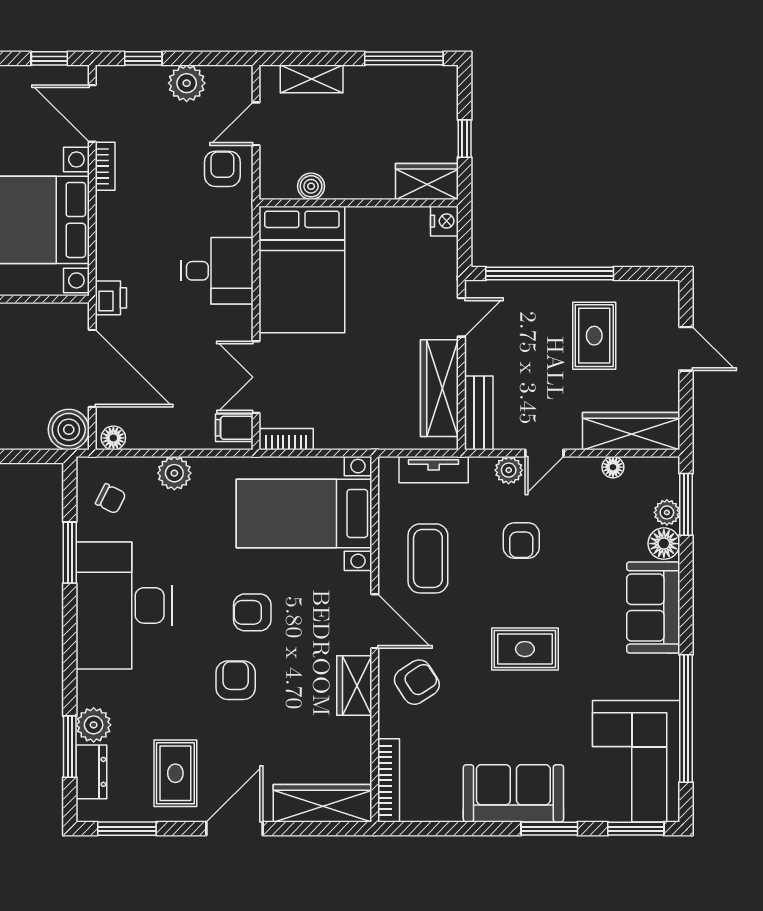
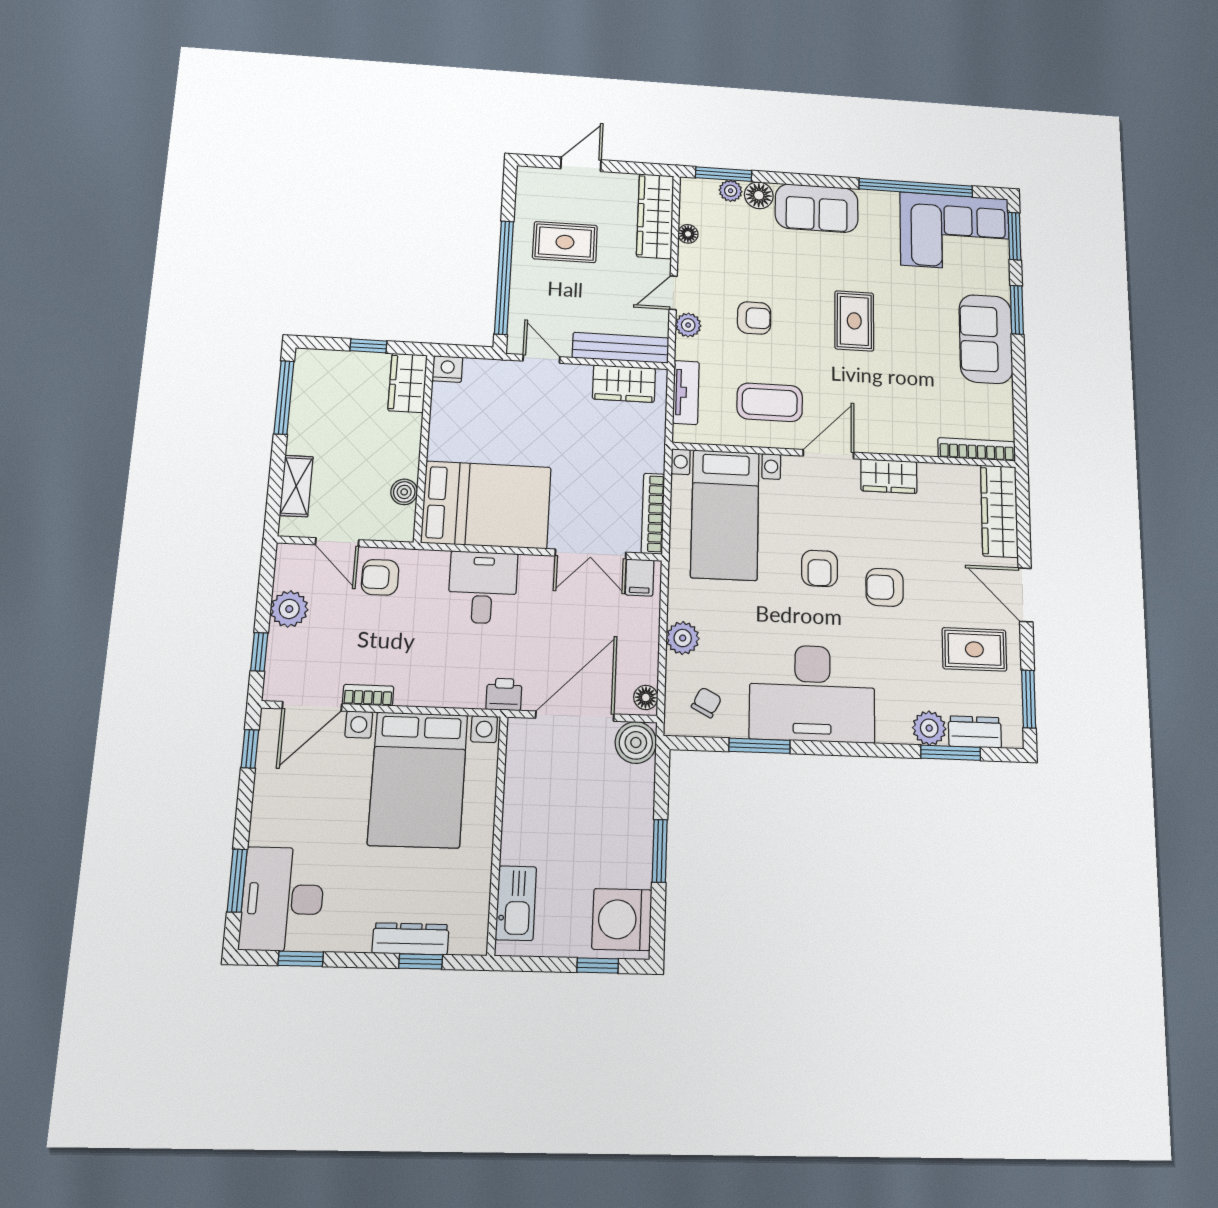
wardrobe: (439, 388) -> (624, 384), width x0.67
bench: (479, 413) -> (621, 348), width x1.36
bookcase: (286, 439) -> (653, 514), width x1.56
door: (544, 453) -> (673, 293), swing flipped
armchair: (417, 682) -> (885, 419), removed

